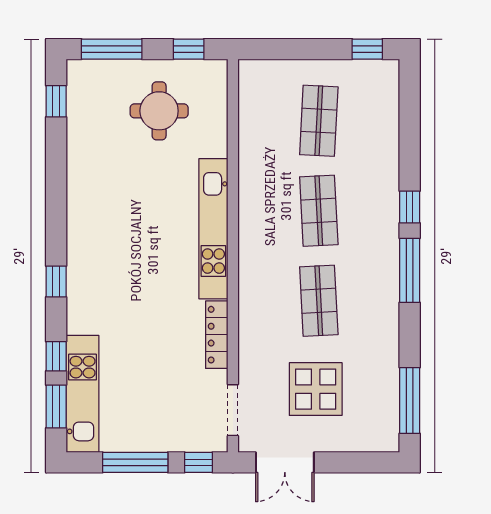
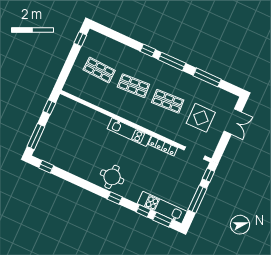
round table: (159, 111) -> (112, 177), moved
kitchen unit: (213, 229) -> (129, 132), width x0.73
window: (410, 401) -> (207, 77), moved
double door: (285, 462) -> (233, 122), moved

